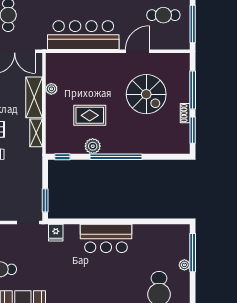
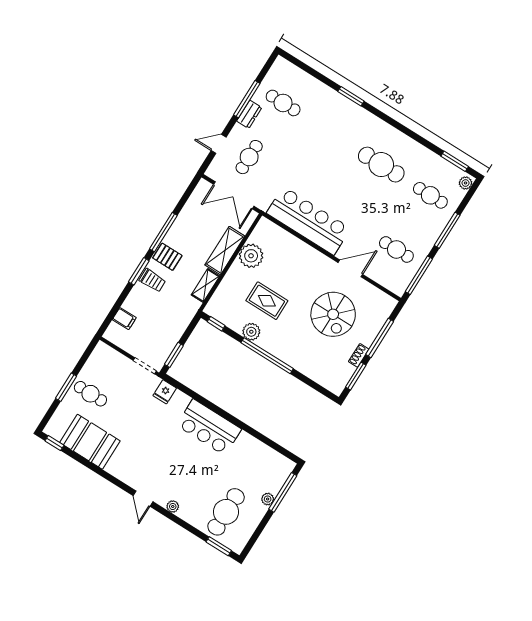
plant: (51, 89) -> (251, 256), width x1.87, depth x1.87

